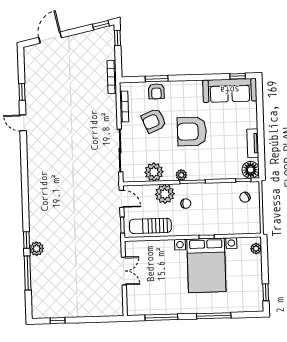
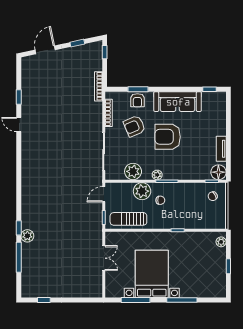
window: (101, 25) -> (77, 43), moved
sofa: (230, 90) -> (178, 102), moved
door: (122, 199) -> (104, 194), swing flipped
bed with nightstands: (206, 265) -> (152, 274), moved, turned 180
window: (266, 292) -> (228, 266), moved

